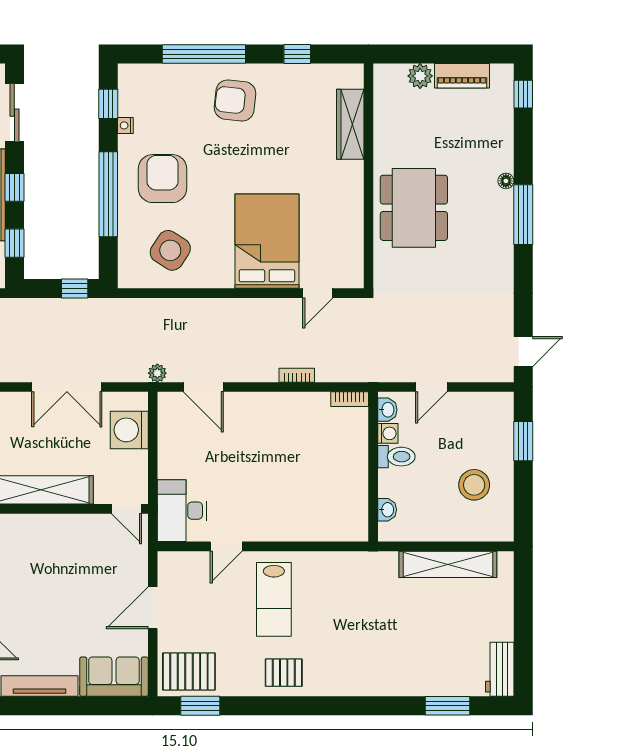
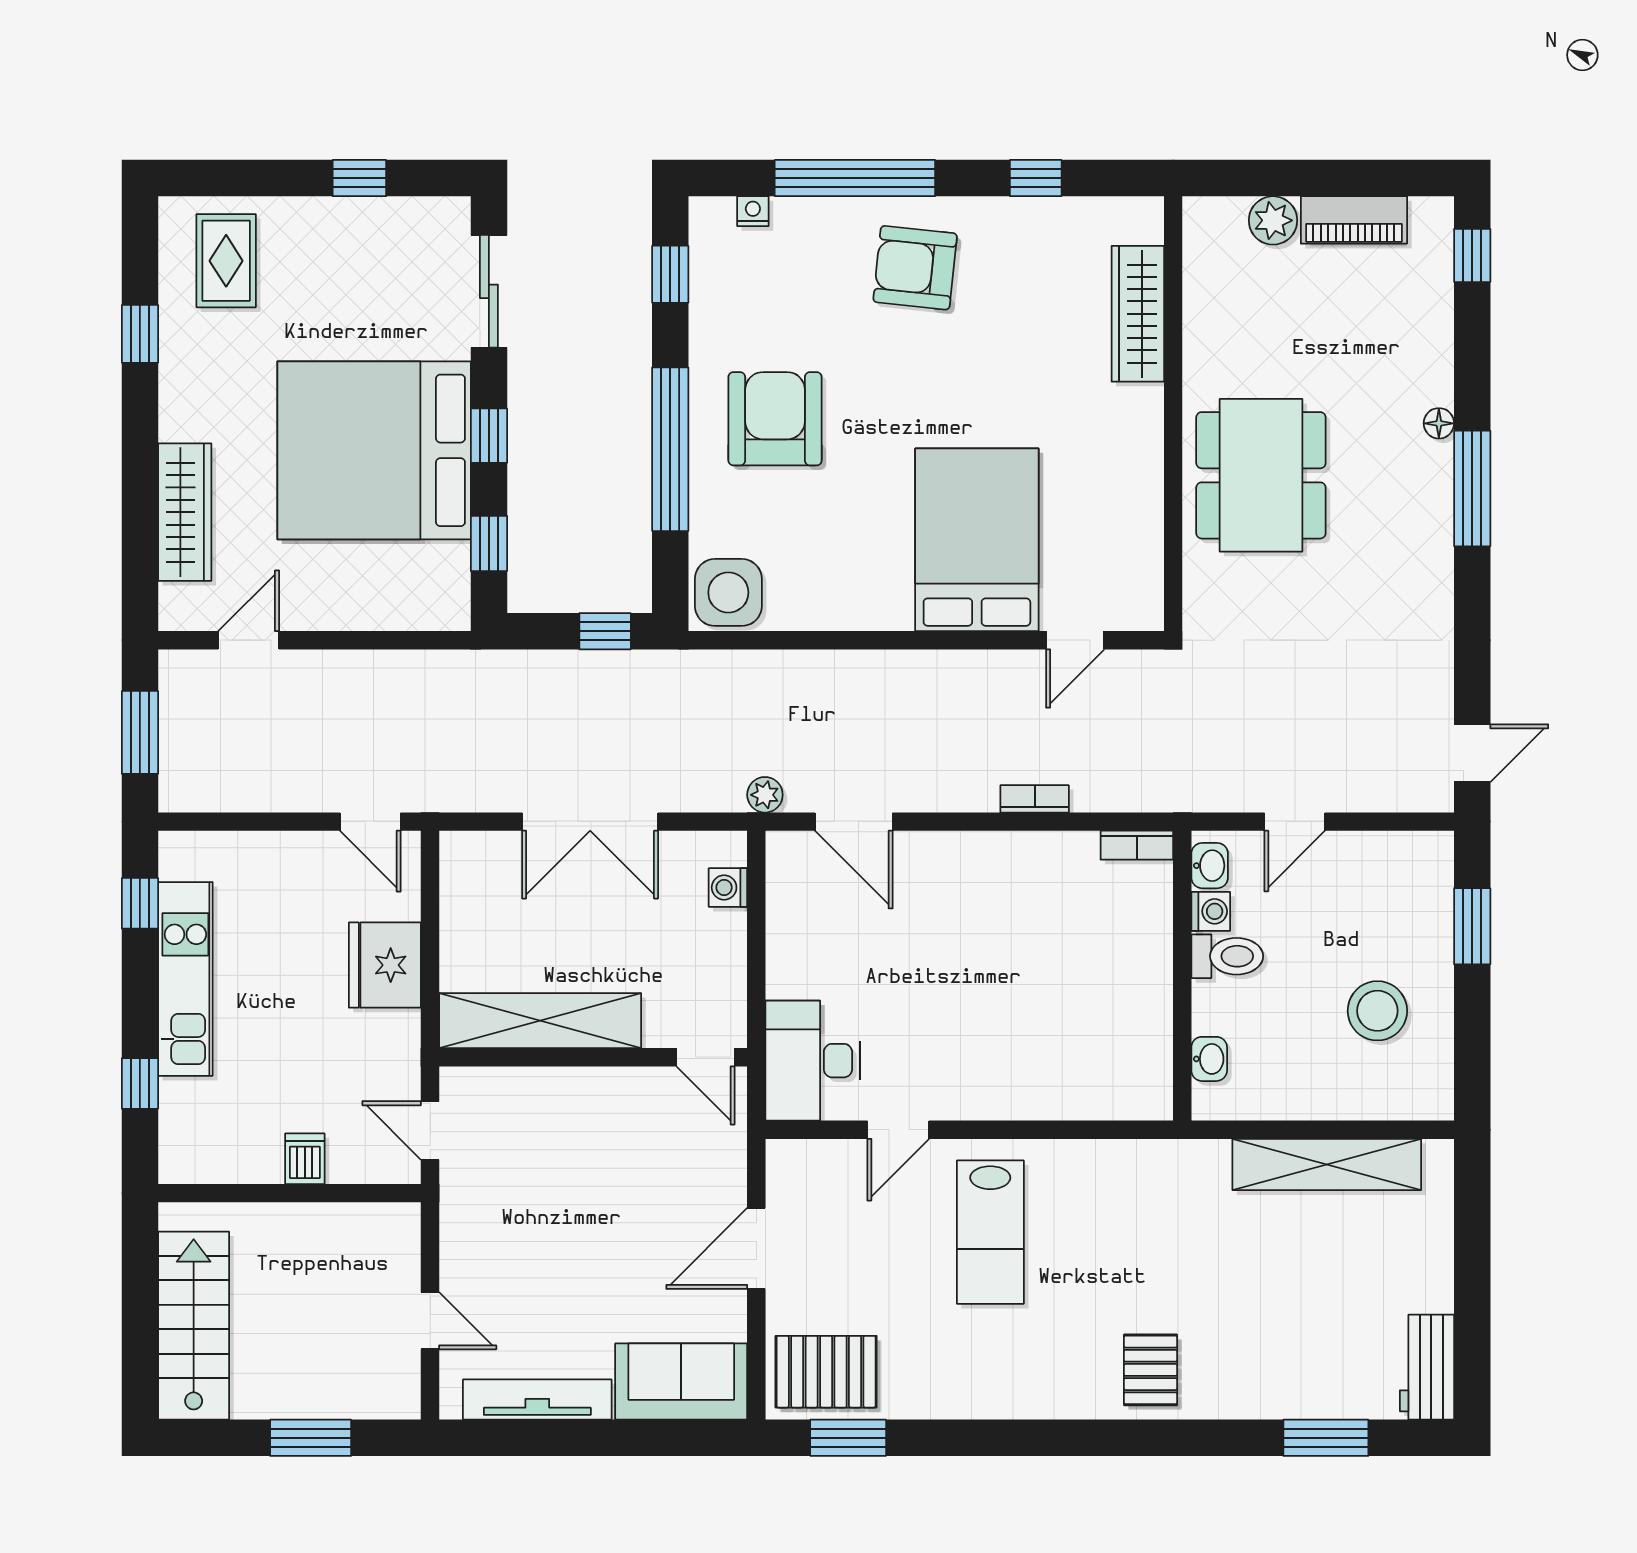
nightstand: (125, 125) -> (753, 211), moved, turned 90
side table: (170, 250) -> (728, 592), moved, turned -33
washing machine: (129, 430) -> (728, 887), width x0.53, depth x0.53
pallet: (284, 673) -> (1151, 1370), moved, turned 90

